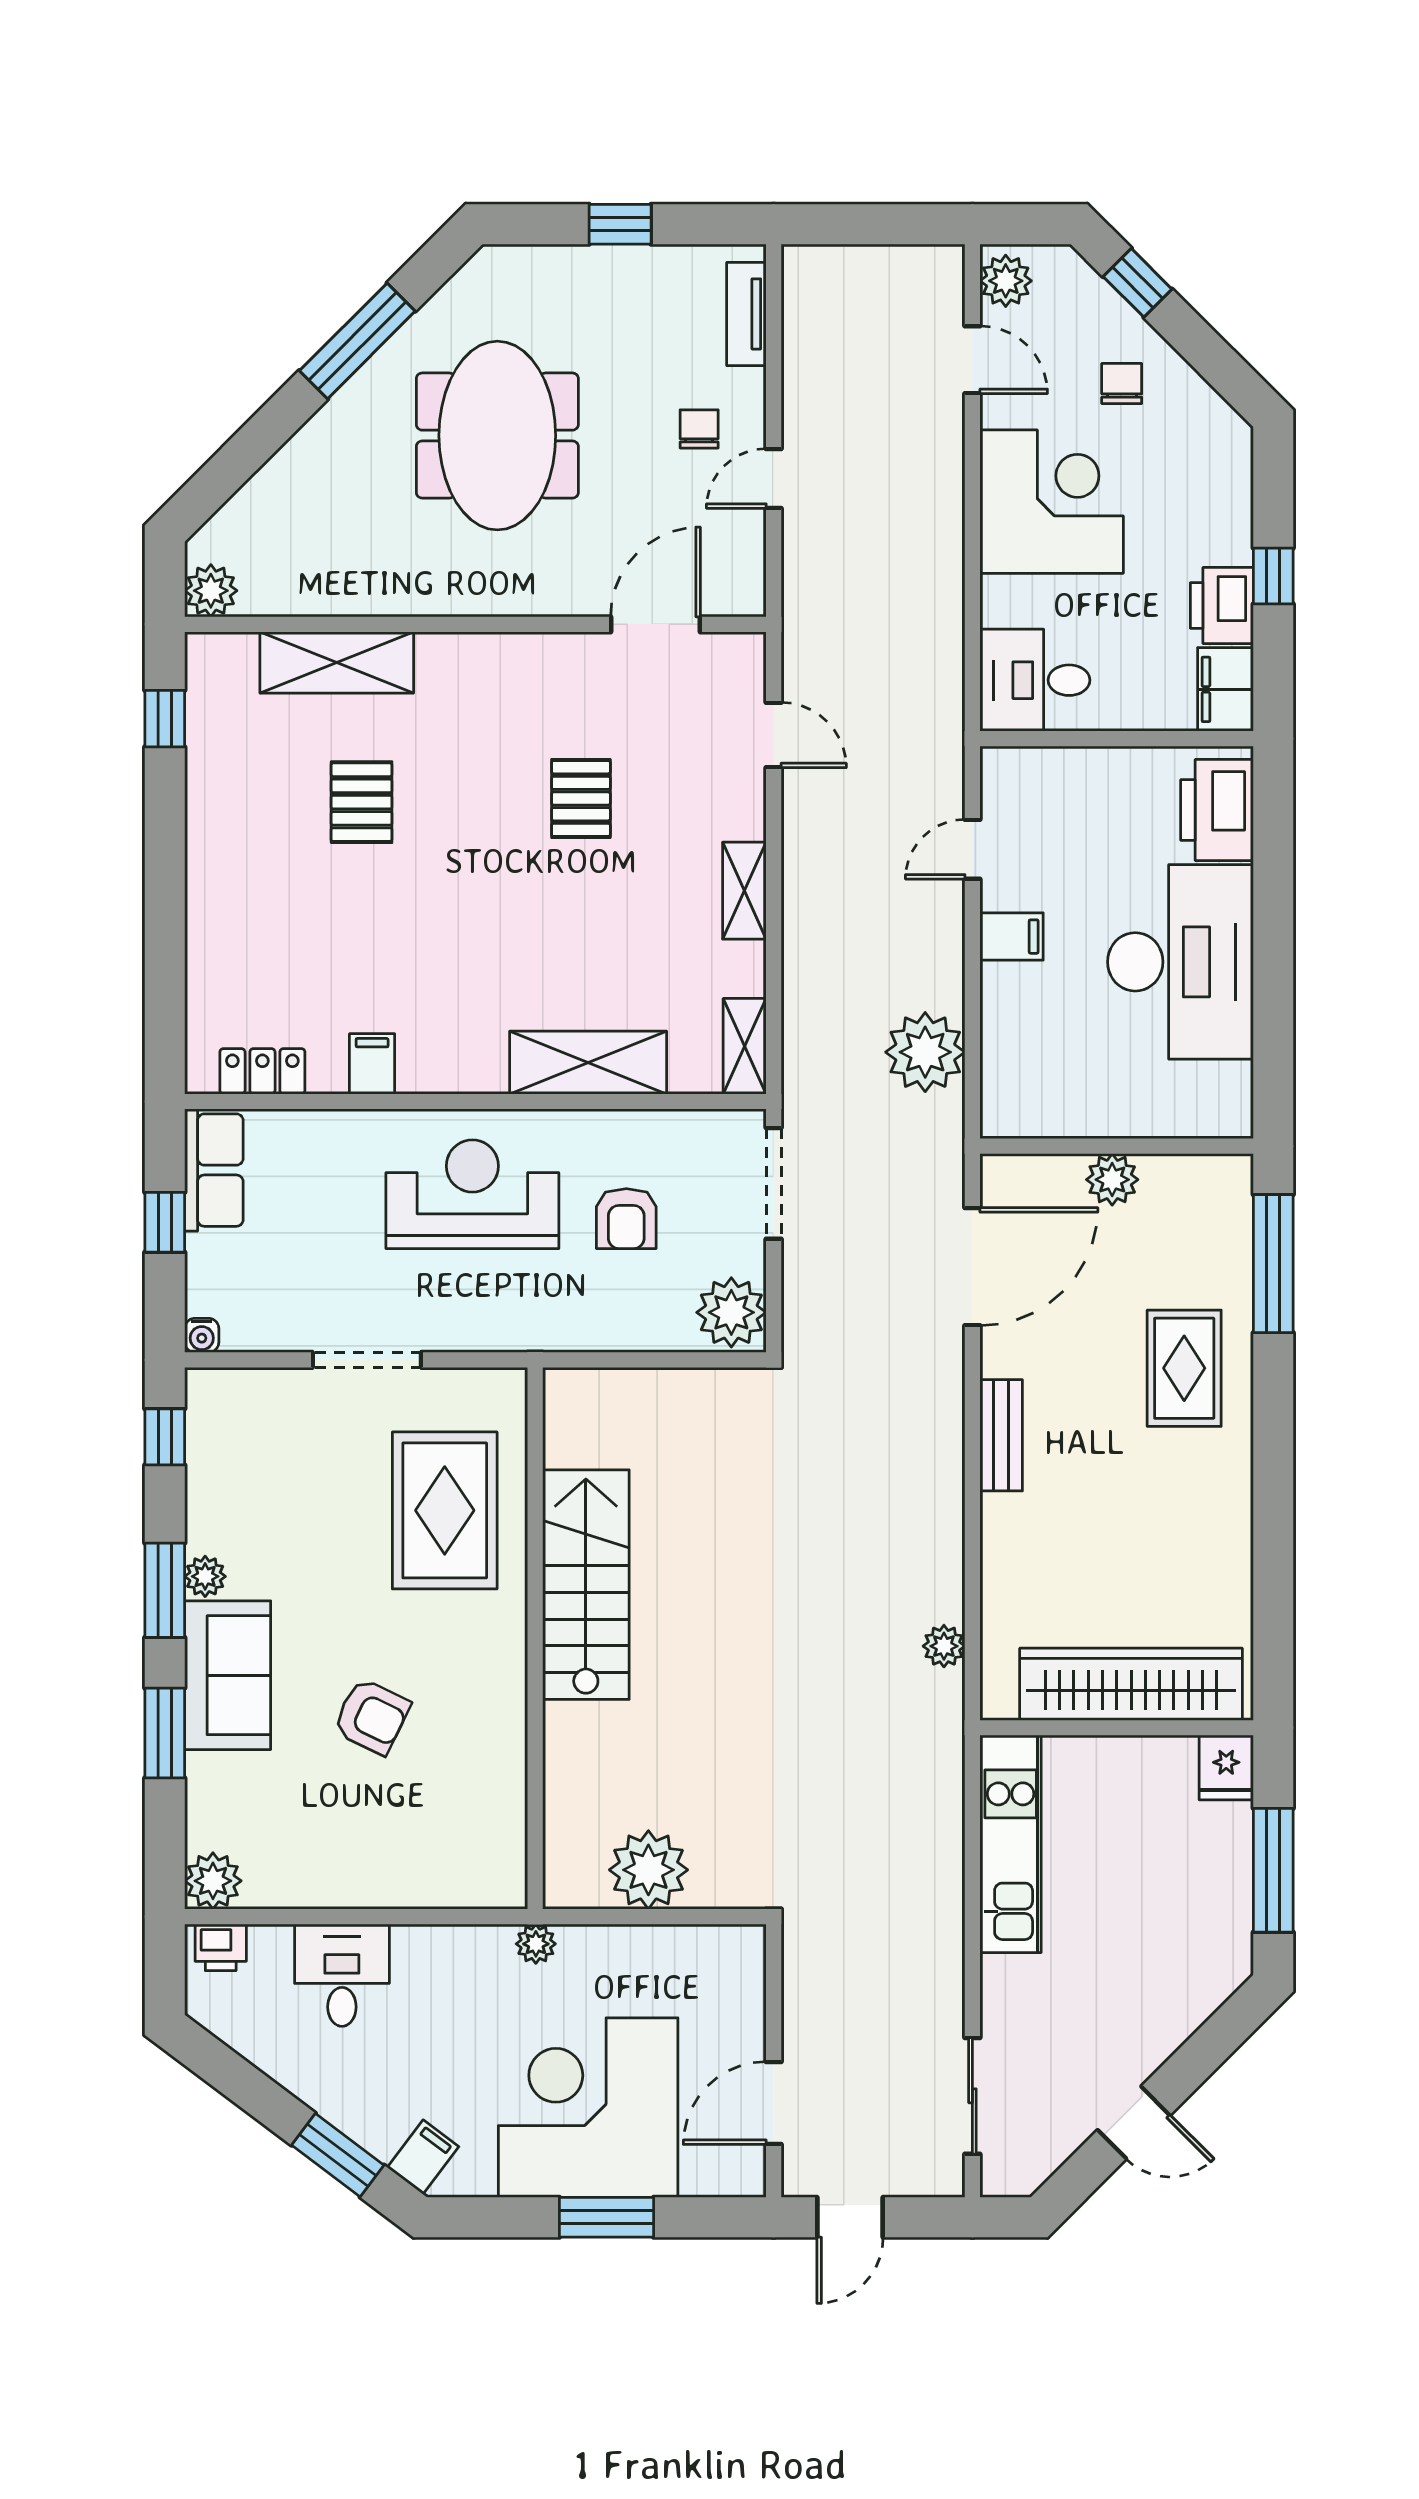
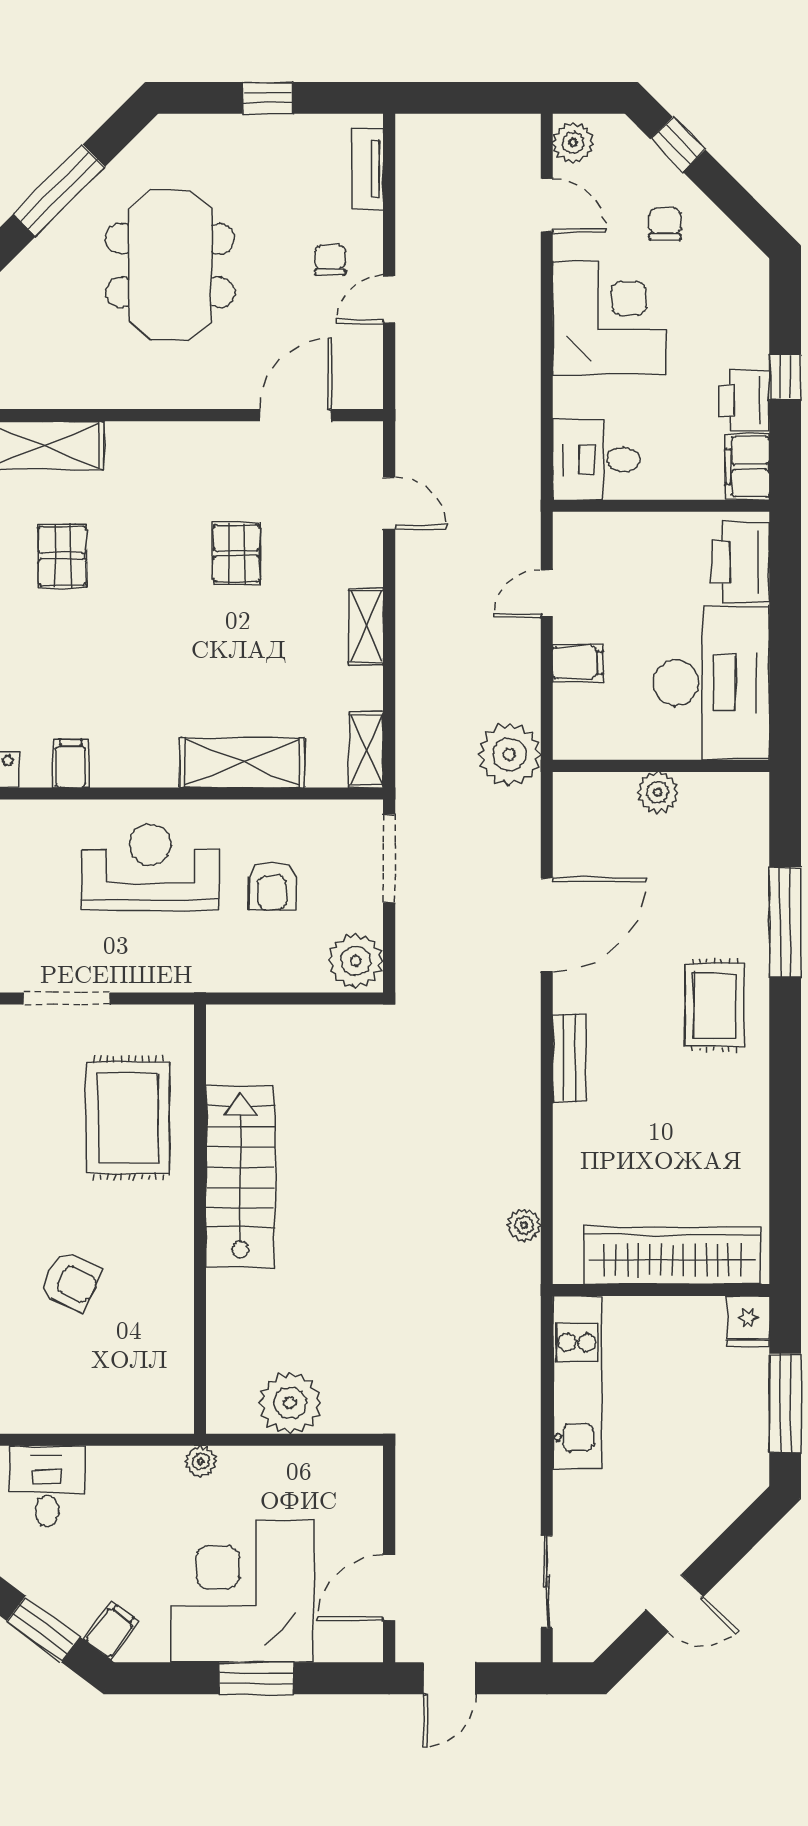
wall: (1117, 1146) -> (661, 766), moved
plant: (1112, 1180) -> (658, 792), moved

